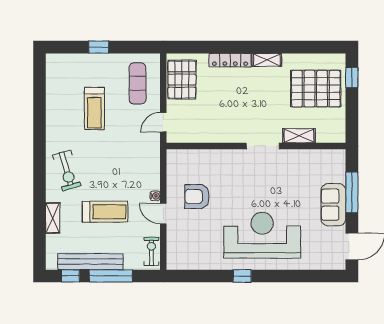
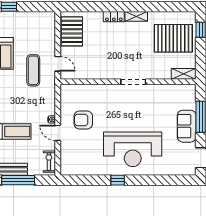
locker: (230, 60) -> (114, 17), width x0.66
exercise mat: (137, 83) -> (33, 70), moved
door: (163, 122) -> (58, 64), swing flipped
shelving: (299, 136) -> (184, 74), moved
reception desk: (262, 235) -> (133, 149), turned 180

